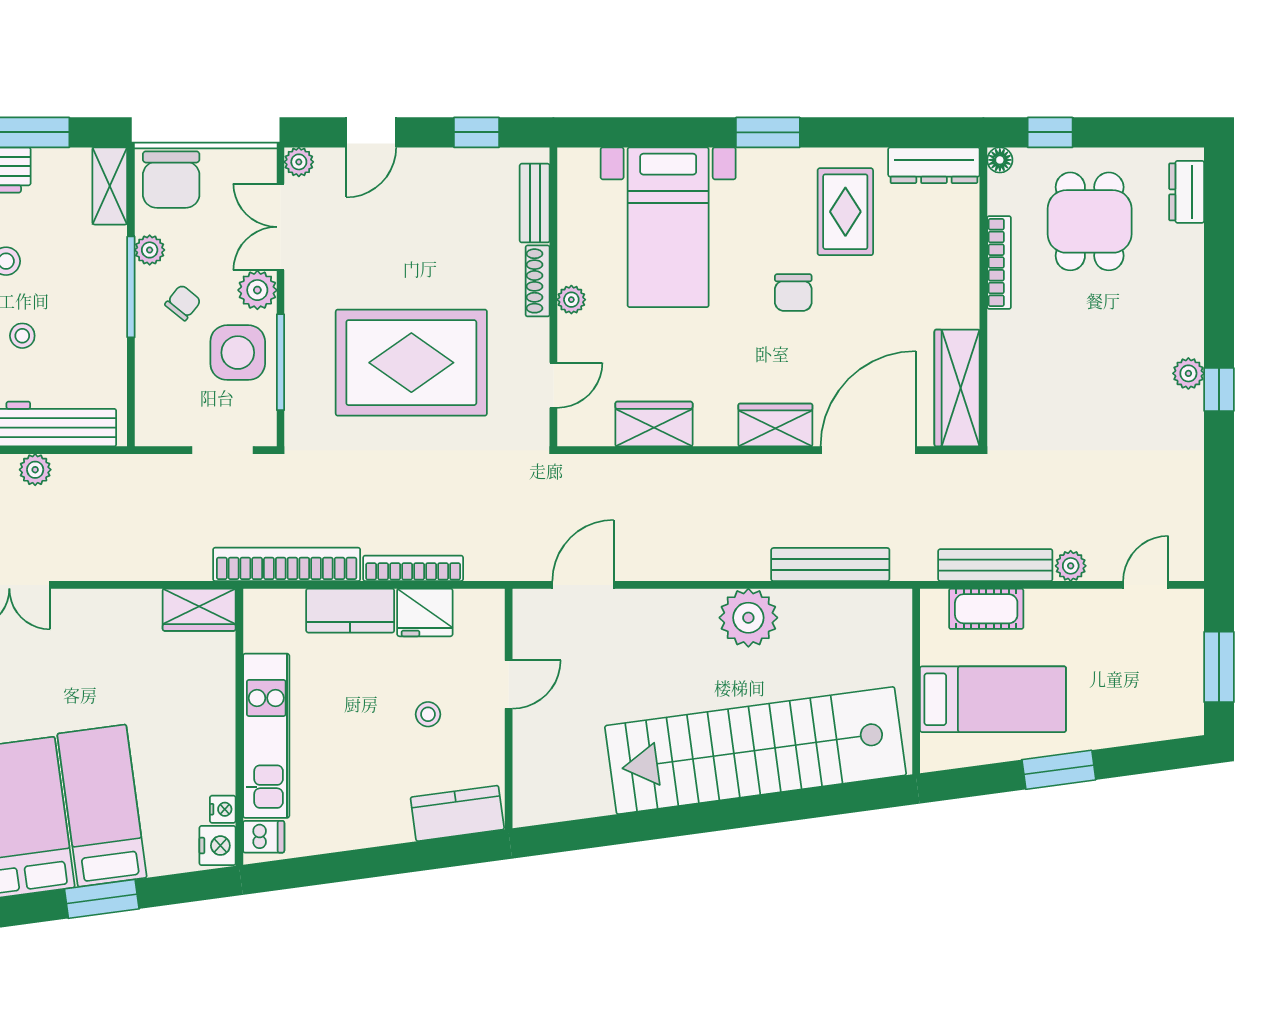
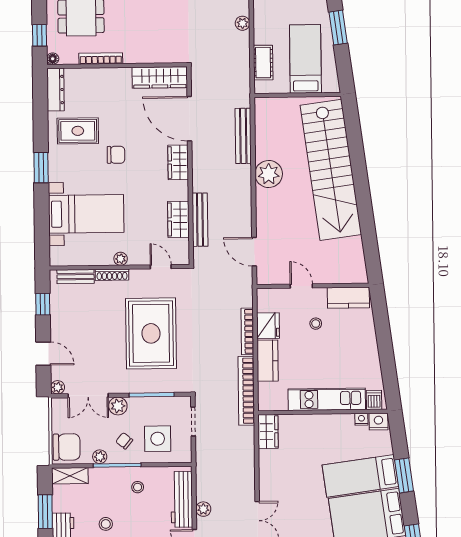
stool: (22, 336) -> (138, 487), moved
side table: (238, 353) -> (158, 439), moved
bench: (995, 565) -> (200, 220), moved
kitchen counter: (457, 813) -> (348, 298), moved, turned -82

